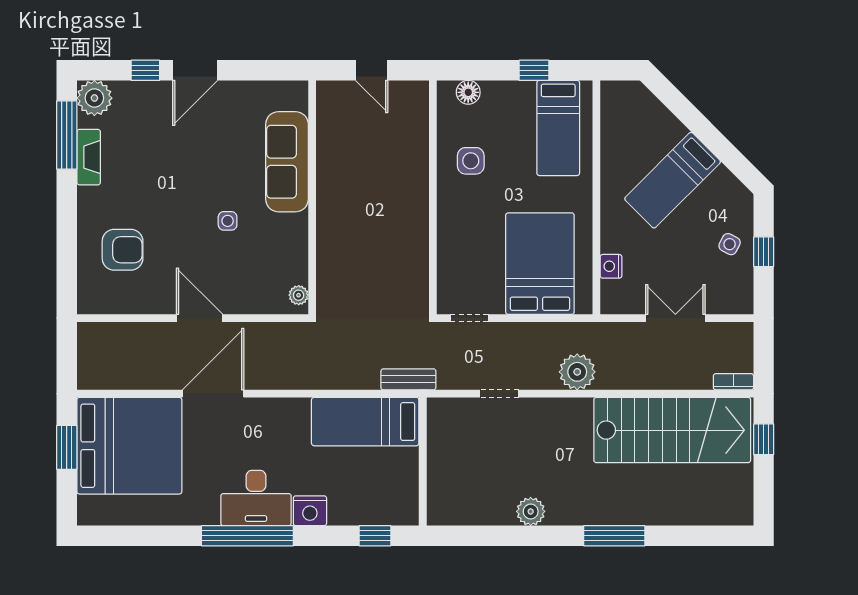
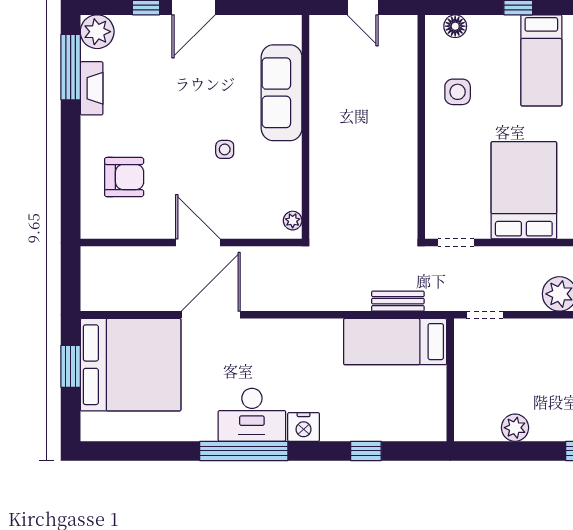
bed: (365, 422) -> (395, 342), moved
wall: (423, 462) -> (450, 380), moved

